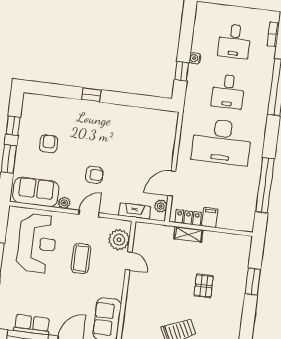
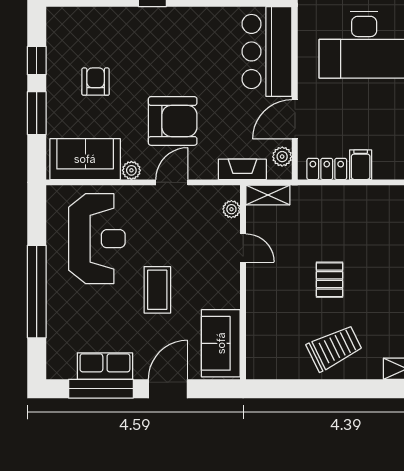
bar counter: (160, 138) -> (267, 51), added
armchair: (94, 175) -> (173, 121), width x1.88, depth x1.88
shelving: (188, 234) -> (268, 195), moved
plant: (119, 240) -> (231, 209), width x0.53, depth x0.53
coffee table: (81, 259) -> (157, 290), moved
pallet: (204, 286) -> (330, 280), moved

